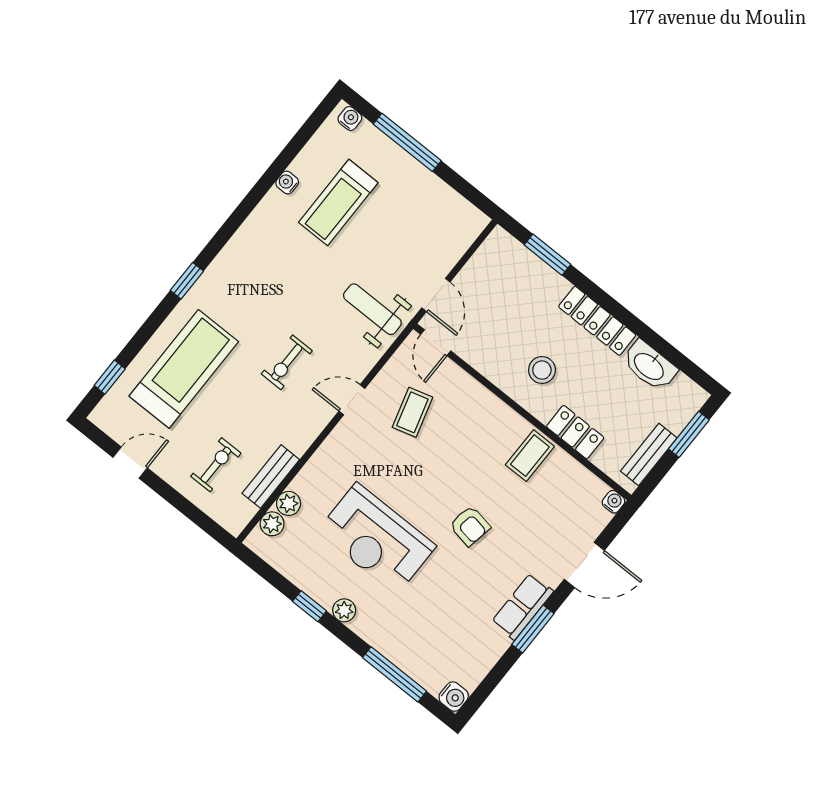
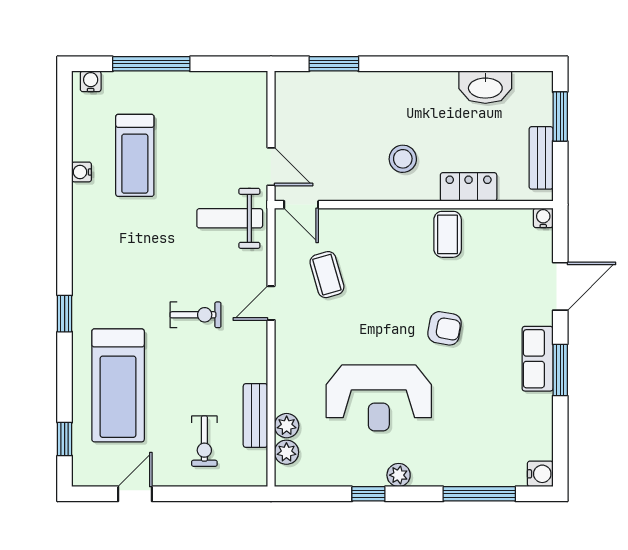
locker: (597, 321) -> (415, 85), removed
exercise bike: (287, 362) -> (196, 315), turned -90
treadmill: (184, 369) -> (118, 385), turned 180
exercise bike: (216, 465) -> (204, 441), turned 180

